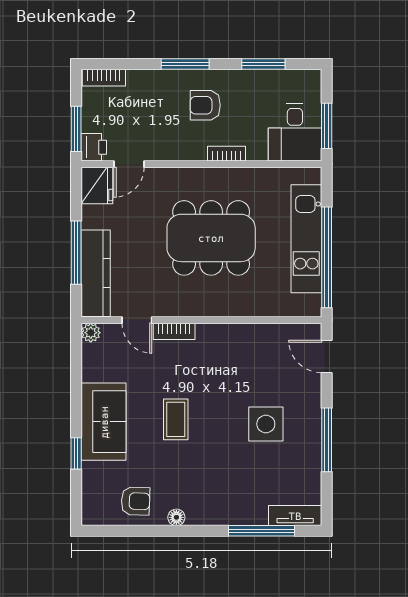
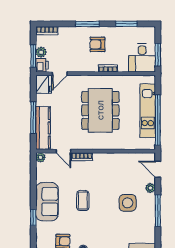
plant: (92, 121) -> (41, 52), added
dining table: (211, 238) -> (100, 110), turned 90
plant: (312, 394) -> (150, 188), added

